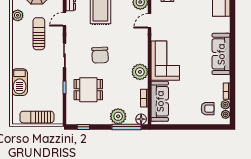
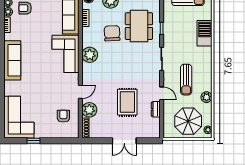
door: (64, 19) -> (162, 93), hinge flipped
chair: (100, 55) -> (112, 33), moved
plant: (140, 72) -> (90, 55), moved
dining table: (88, 90) -> (139, 26), width x1.38

